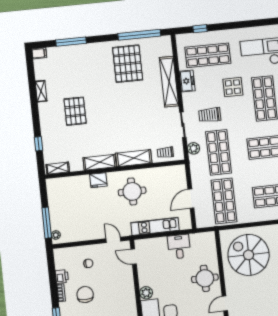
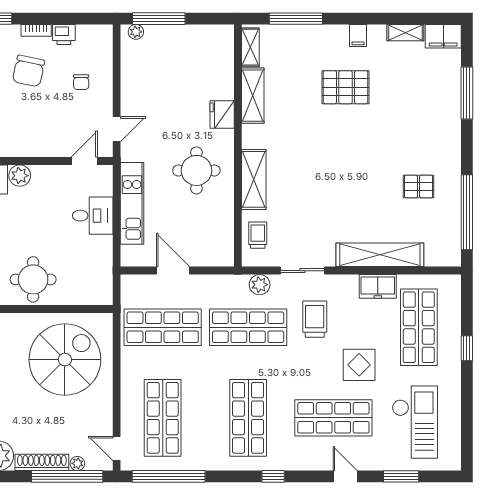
window: (200, 29) -> (467, 348), moved
filing cabinet: (39, 53) -> (443, 36), width x2.00
pallet: (128, 64) -> (419, 187), width x0.49, depth x0.50
shelving: (41, 91) -> (405, 33), moved
filing cabinet: (44, 107) -> (358, 36), added
window: (38, 144) -> (296, 19), width x2.17
shelving: (100, 162) -> (253, 96), moved
desk: (179, 247) -> (93, 216), moved
chair: (85, 295) -> (29, 71), turned 102

